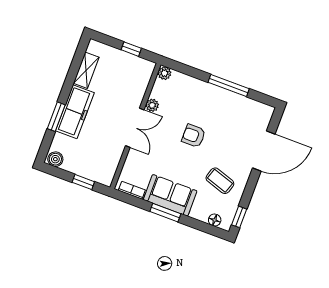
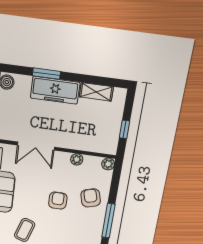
armchair: (198, 100) -> (91, 198), added
double door: (135, 128) -> (36, 146), moved

